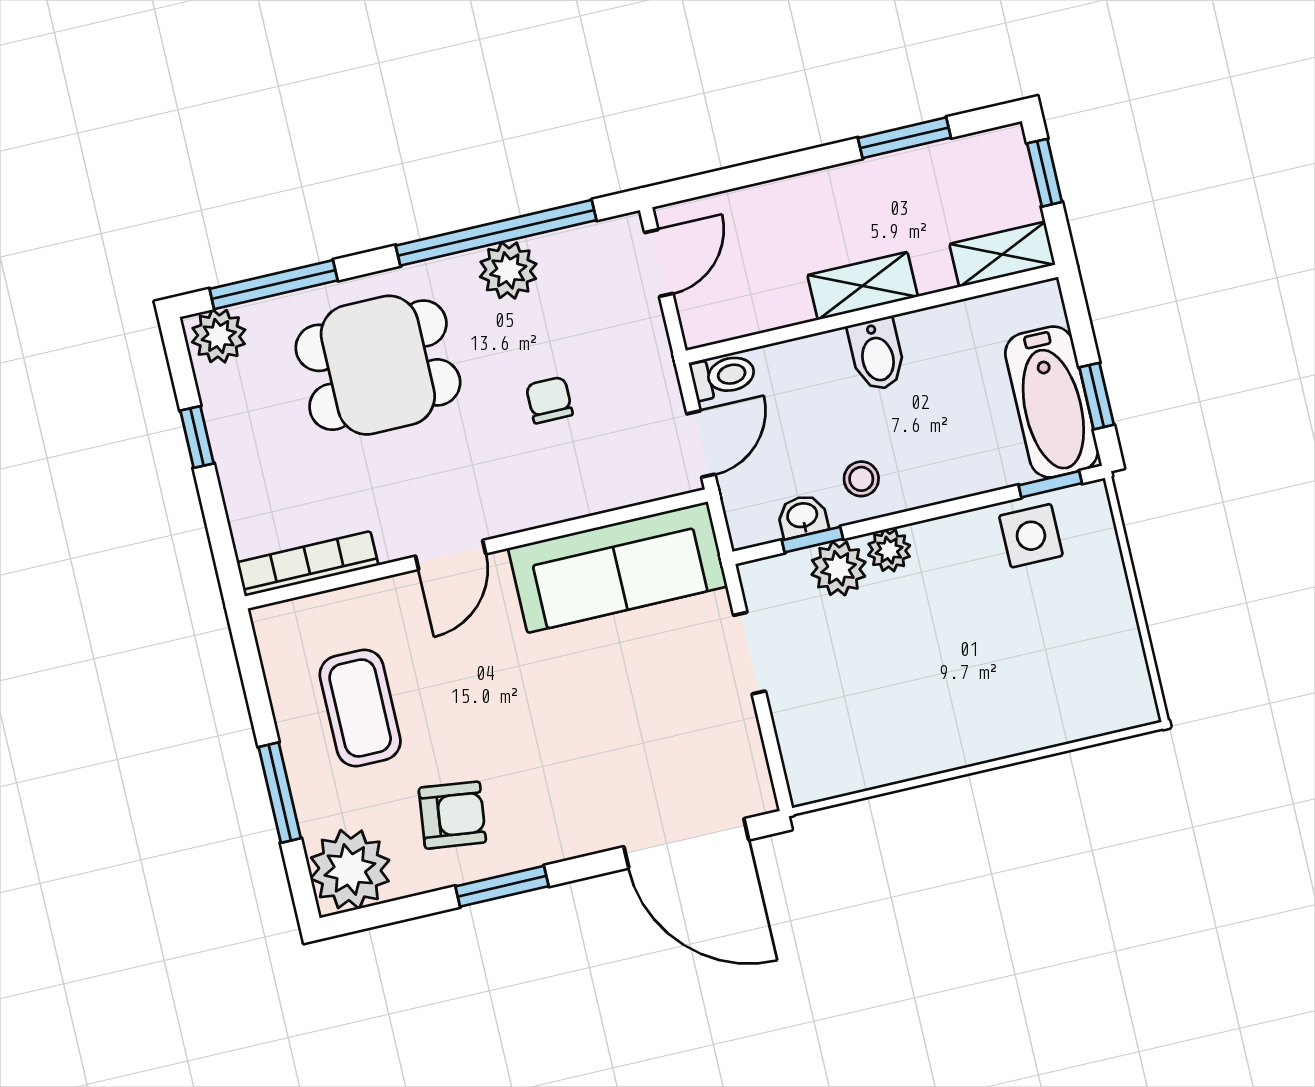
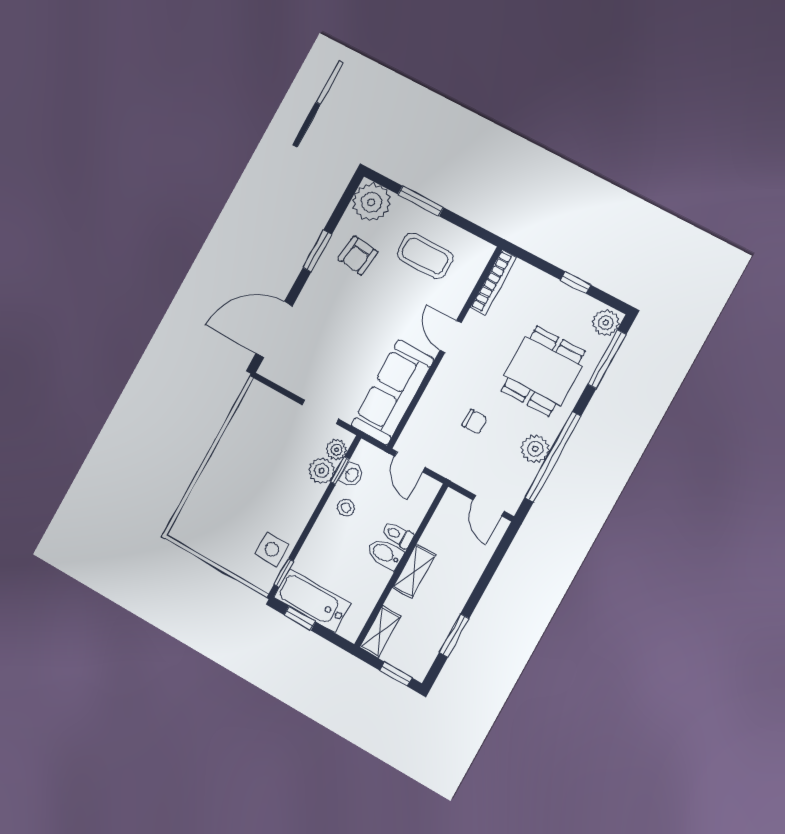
toilet: (723, 376) -> (397, 535), moved, turned 90
plant: (889, 550) -> (336, 450), moved

